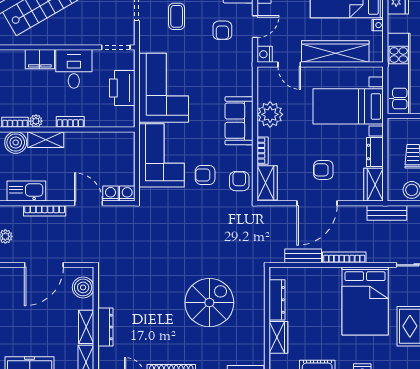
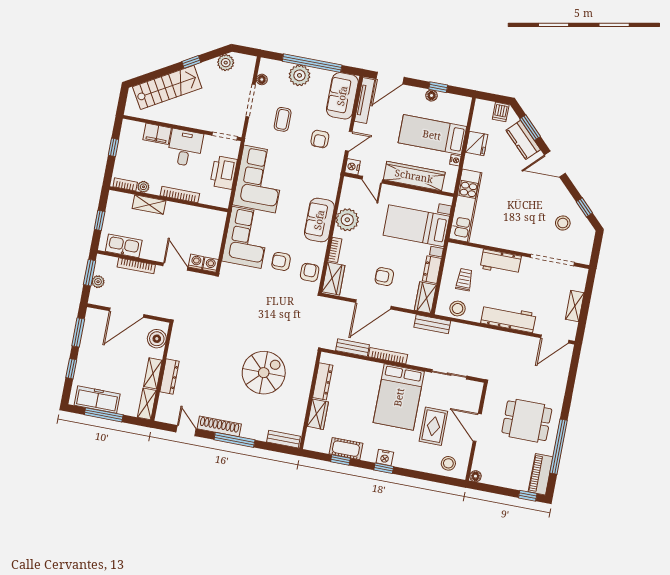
bookcase: (70, 122) -> (180, 195), width x1.56
boiler: (16, 142) -> (122, 202), removed

